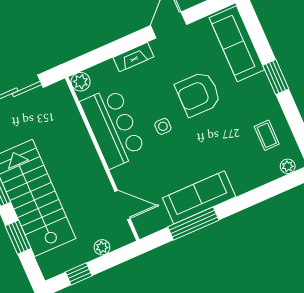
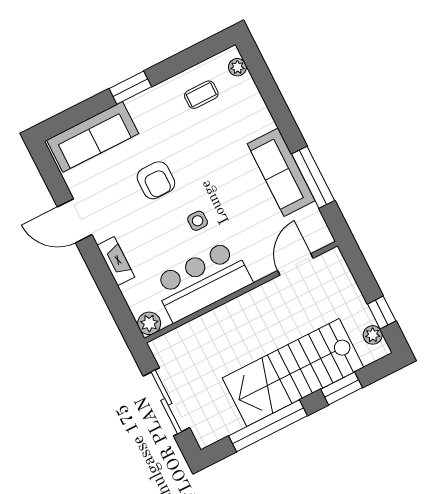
armchair: (198, 94) -> (156, 180), width x0.73, depth x0.73
plant: (102, 247) -> (373, 335), moved

